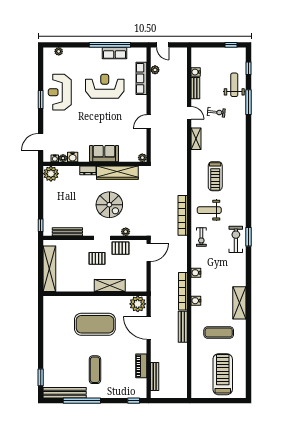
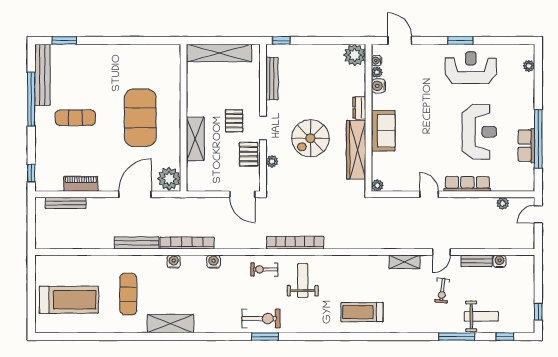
row of seats: (141, 78) -> (467, 184), moved
treadmill: (215, 176) -> (362, 312), moved

